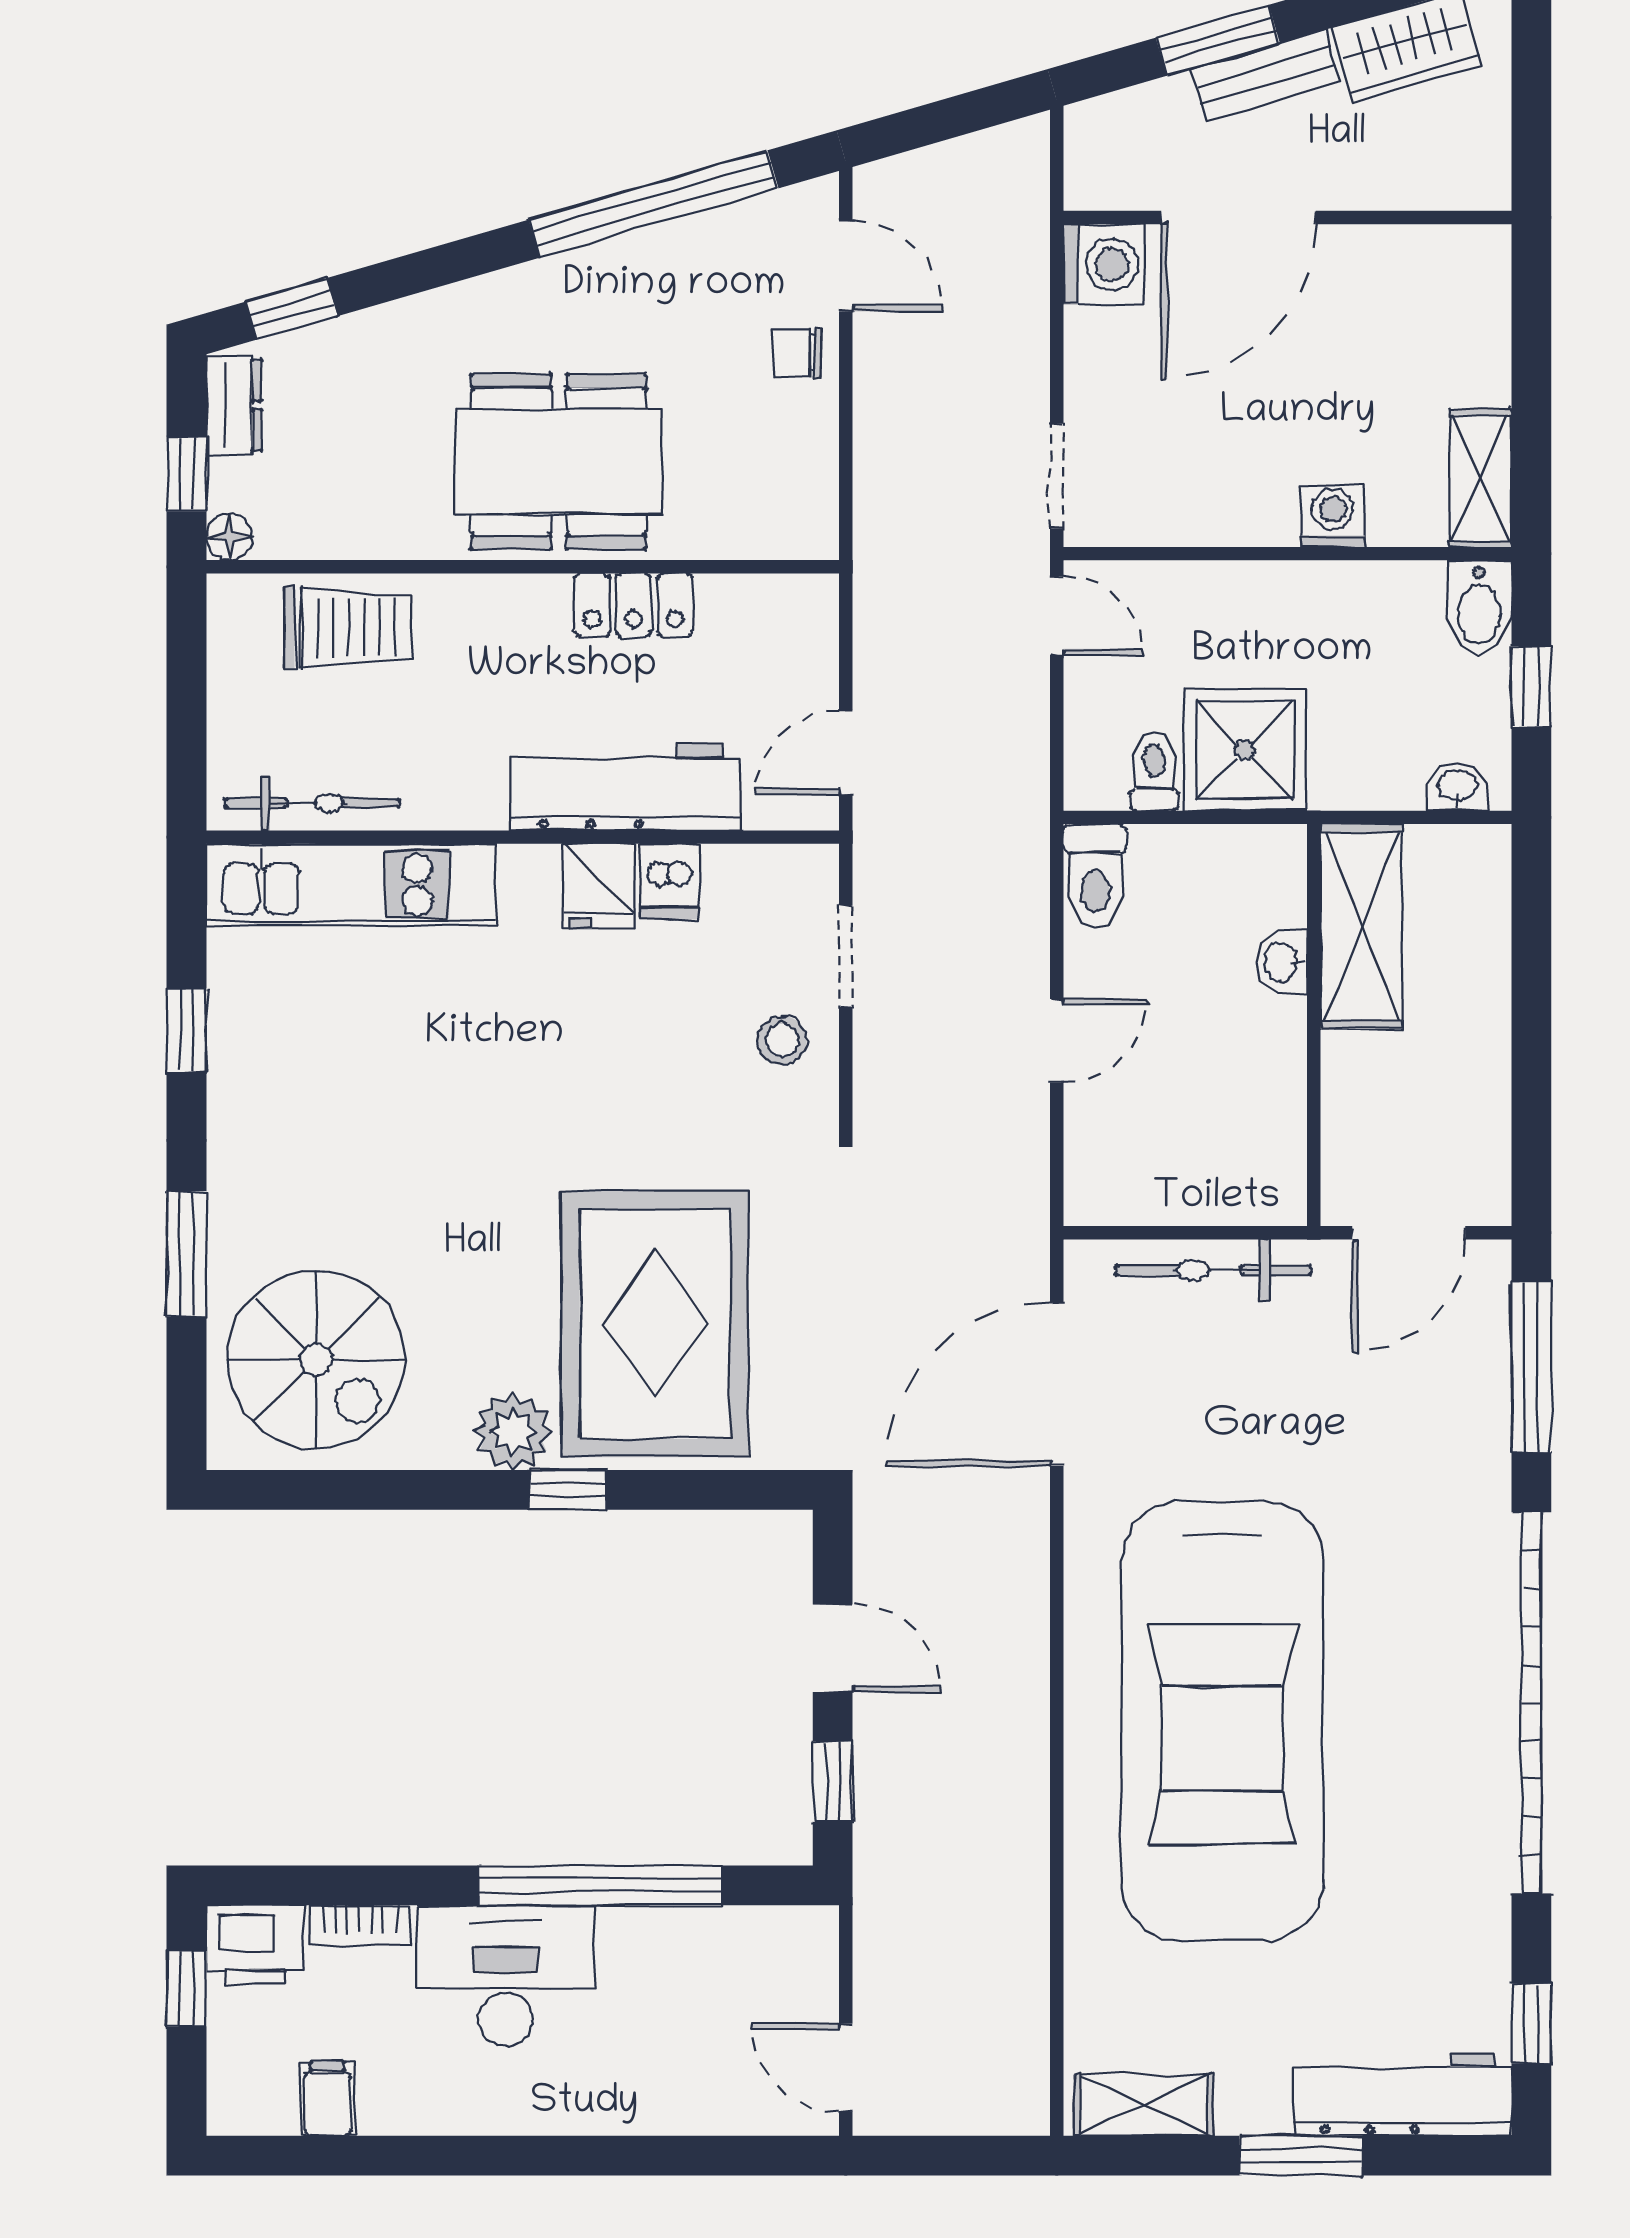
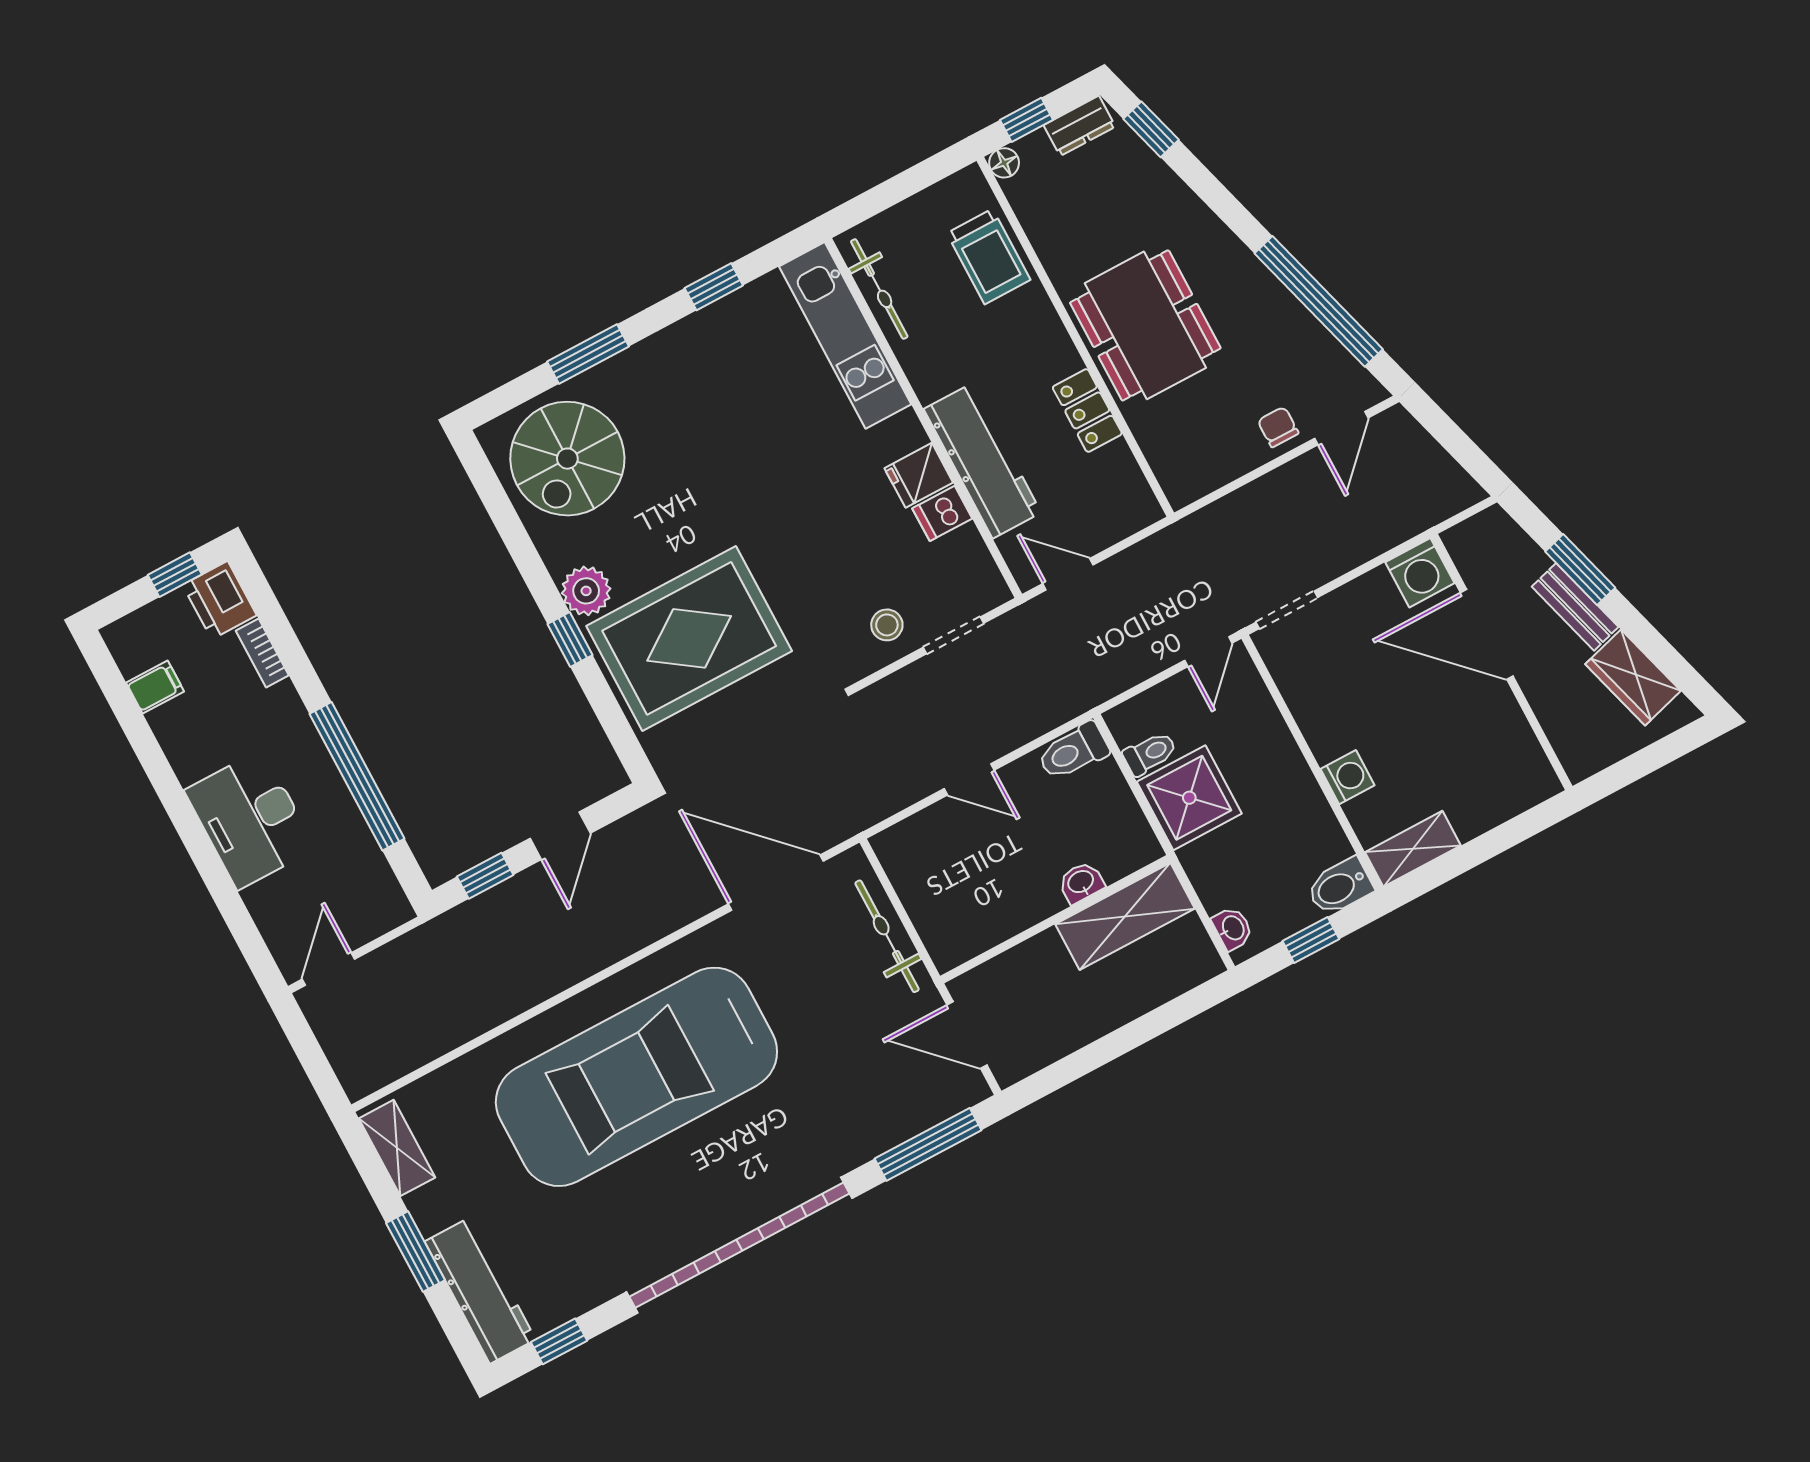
desk: (505, 1976) -> (250, 820), moved, turned 180

